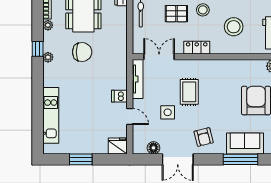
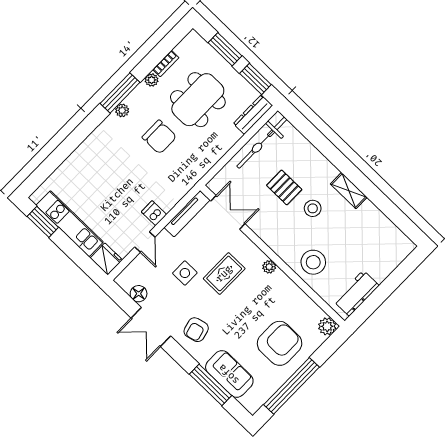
stool: (234, 27) -> (313, 262), moved
locker: (197, 48) -> (272, 238), removed
window: (38, 49) -> (120, 93), width x2.17
plant: (210, 64) -> (269, 267), added
kitchen unit: (51, 115) -> (70, 224), moved, turned -90
window: (81, 159) -> (43, 222), moved

